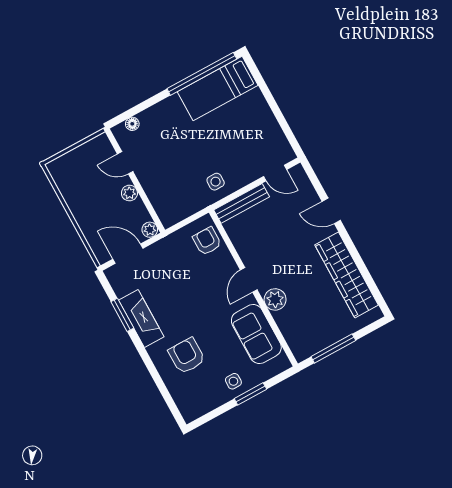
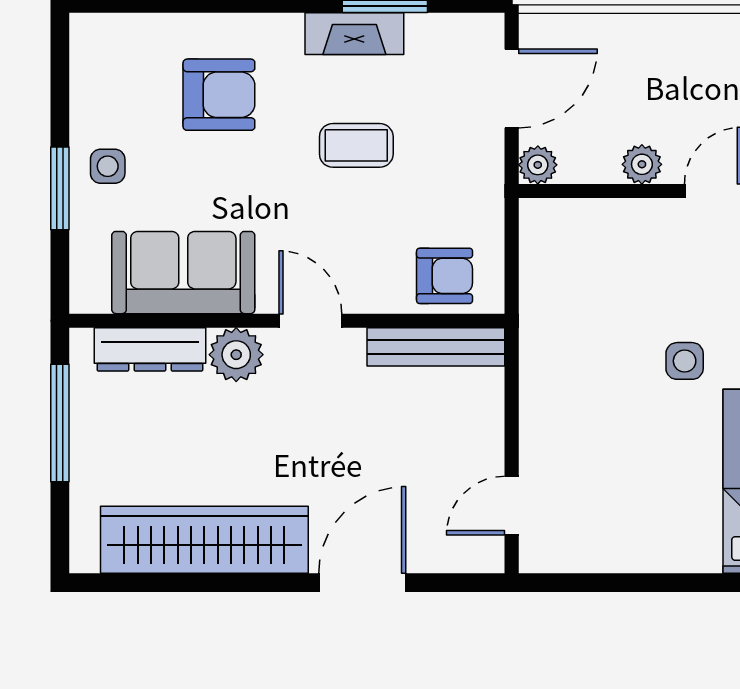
side table: (216, 182) -> (685, 361), moved
bench: (242, 203) -> (436, 347), moved, turned 90
door: (331, 211) -> (362, 583), width x1.38
coffee table: (178, 298) -> (356, 145), added
fireplace: (141, 318) -> (354, 34), width x0.73, depth x0.76
dresser: (290, 331) -> (150, 349), added

